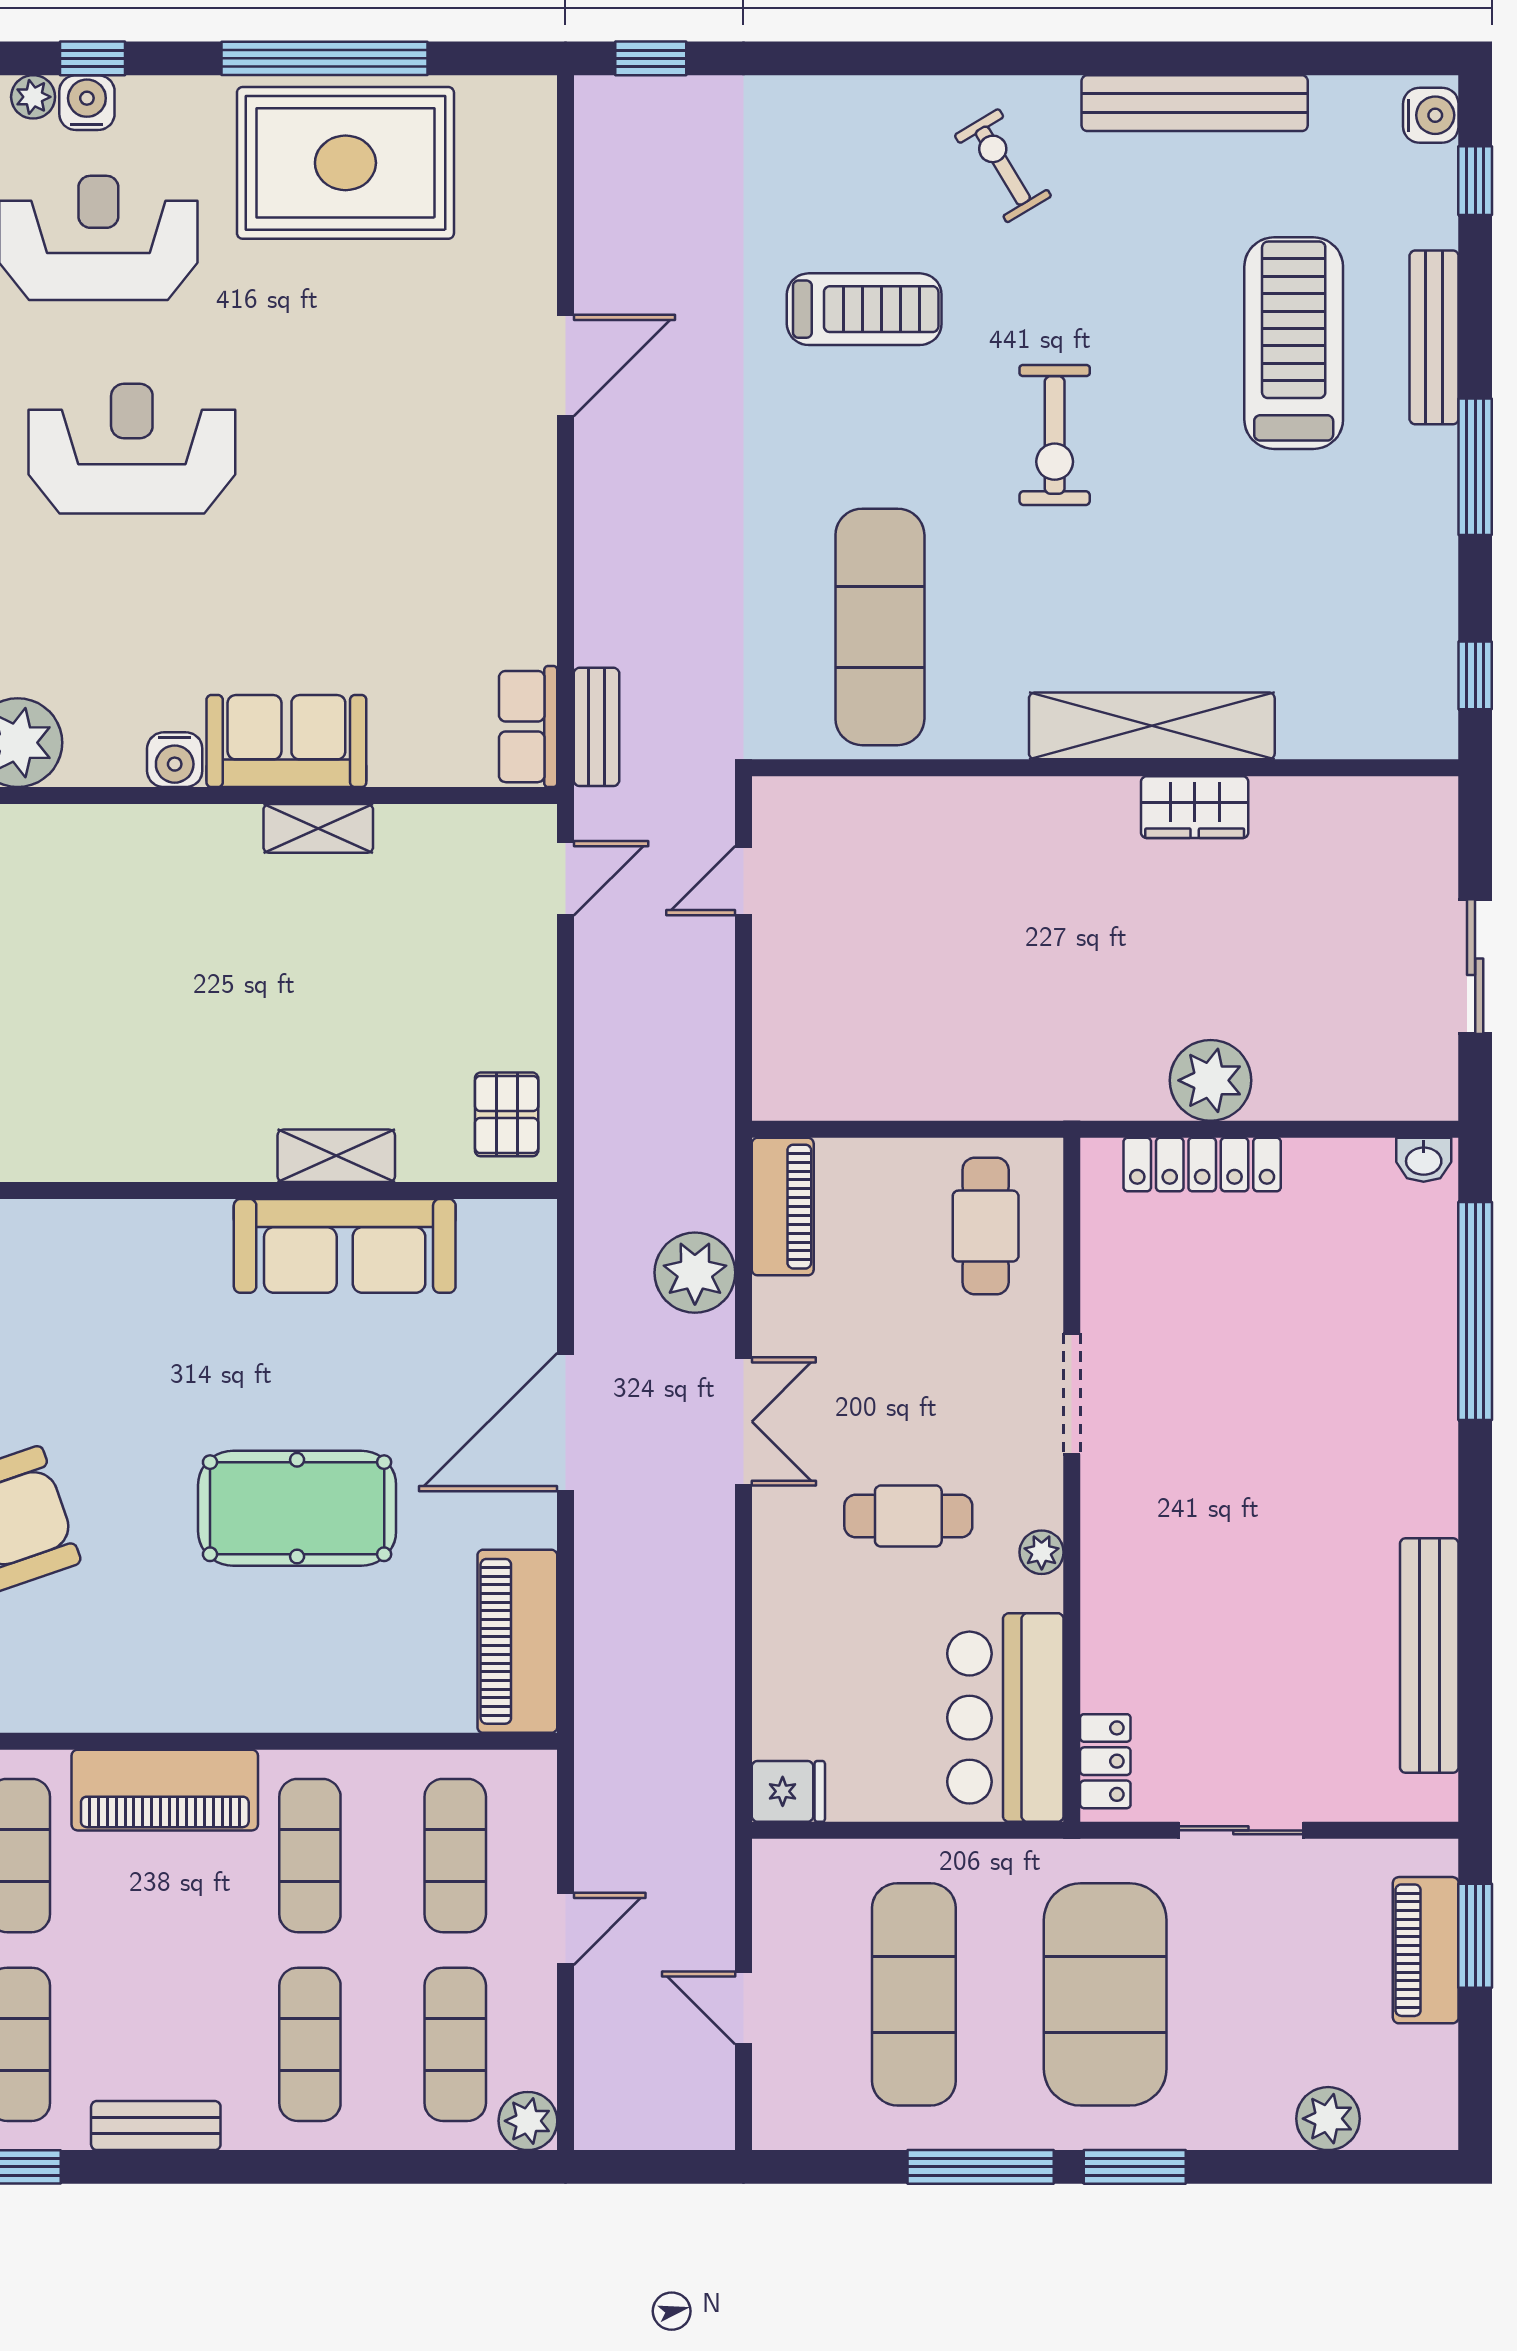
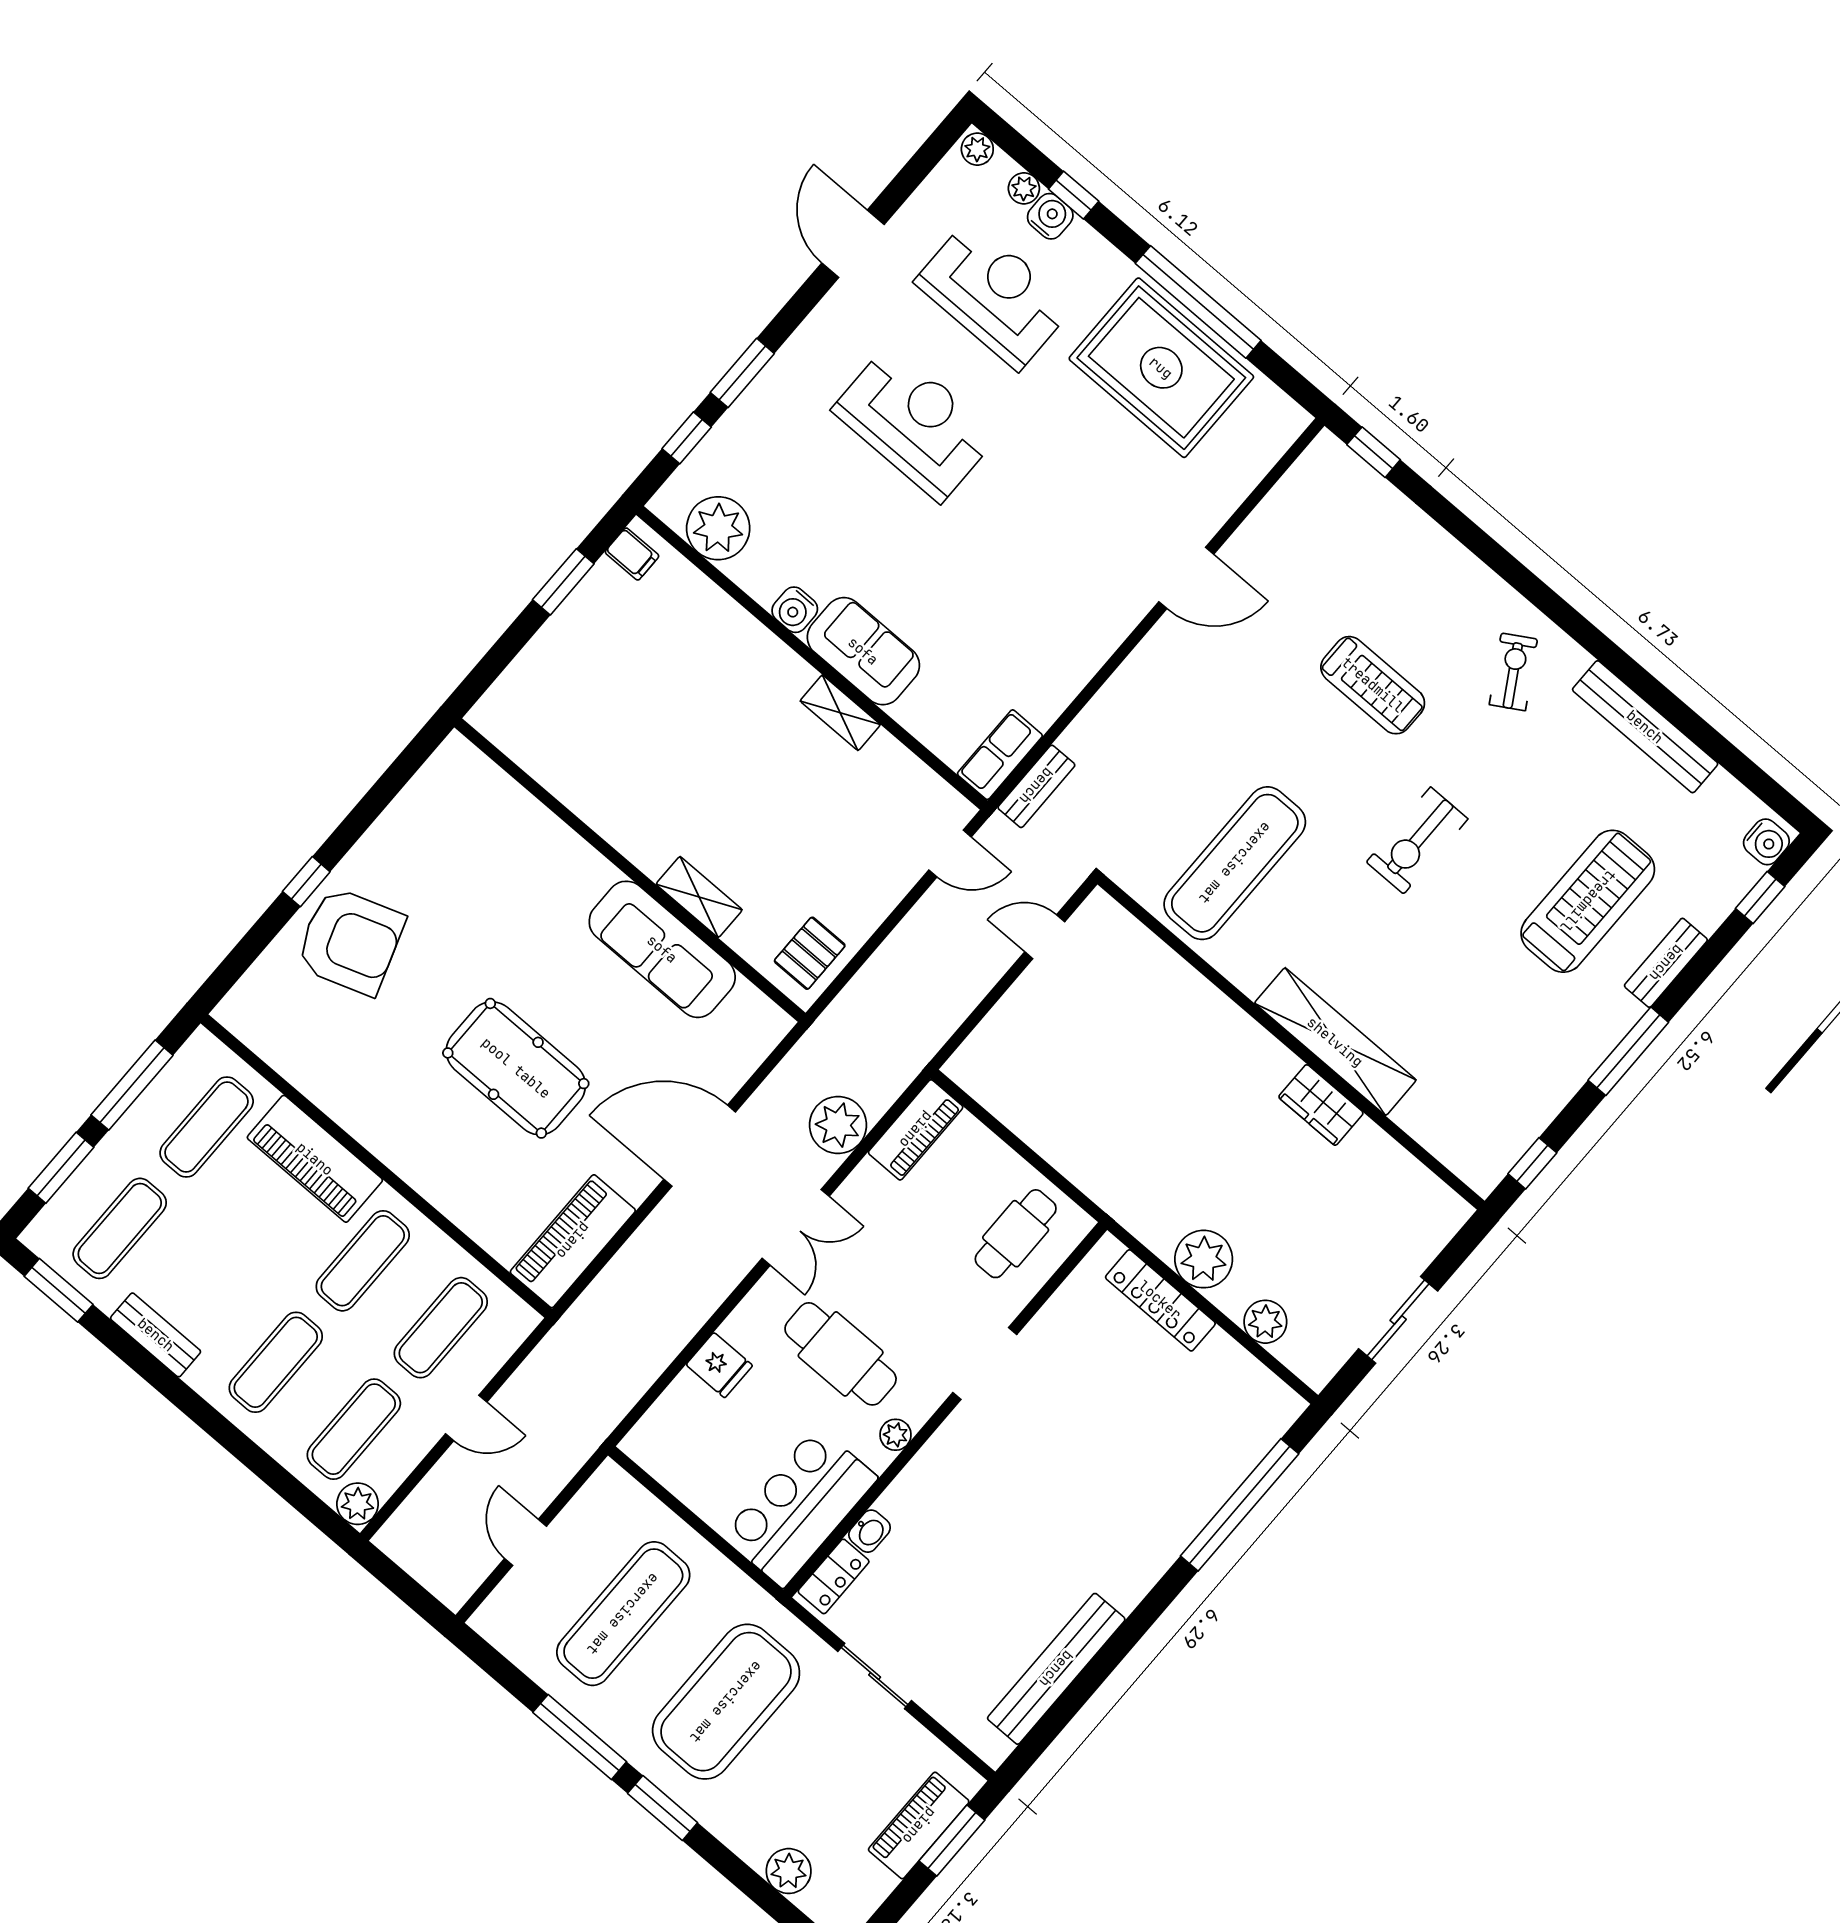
bench: (1434, 337) -> (1666, 963), width x0.73
plant: (1334, 1091) -> (1265, 1322), added
washbasin: (1424, 1160) -> (870, 1531), moved, turned -90
cafe table: (908, 1516) -> (841, 1354), width x1.37, depth x1.35
fridge: (788, 1791) -> (719, 1365), moved

